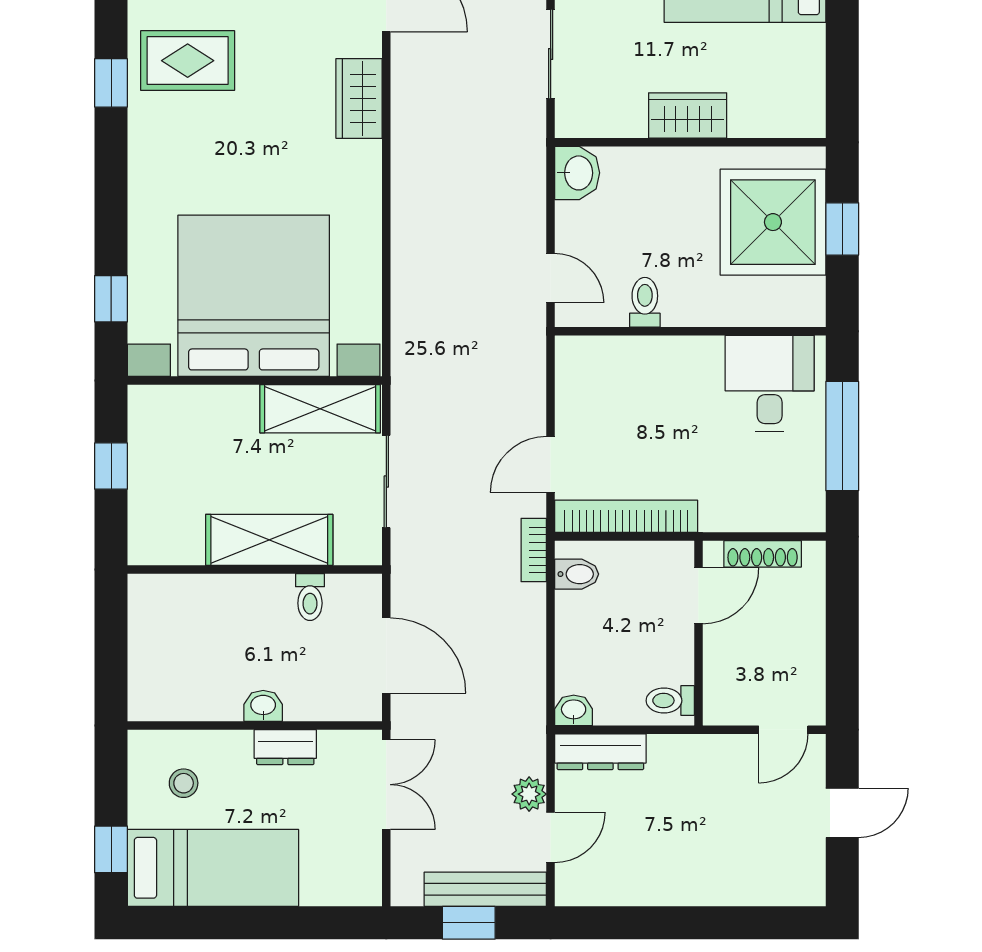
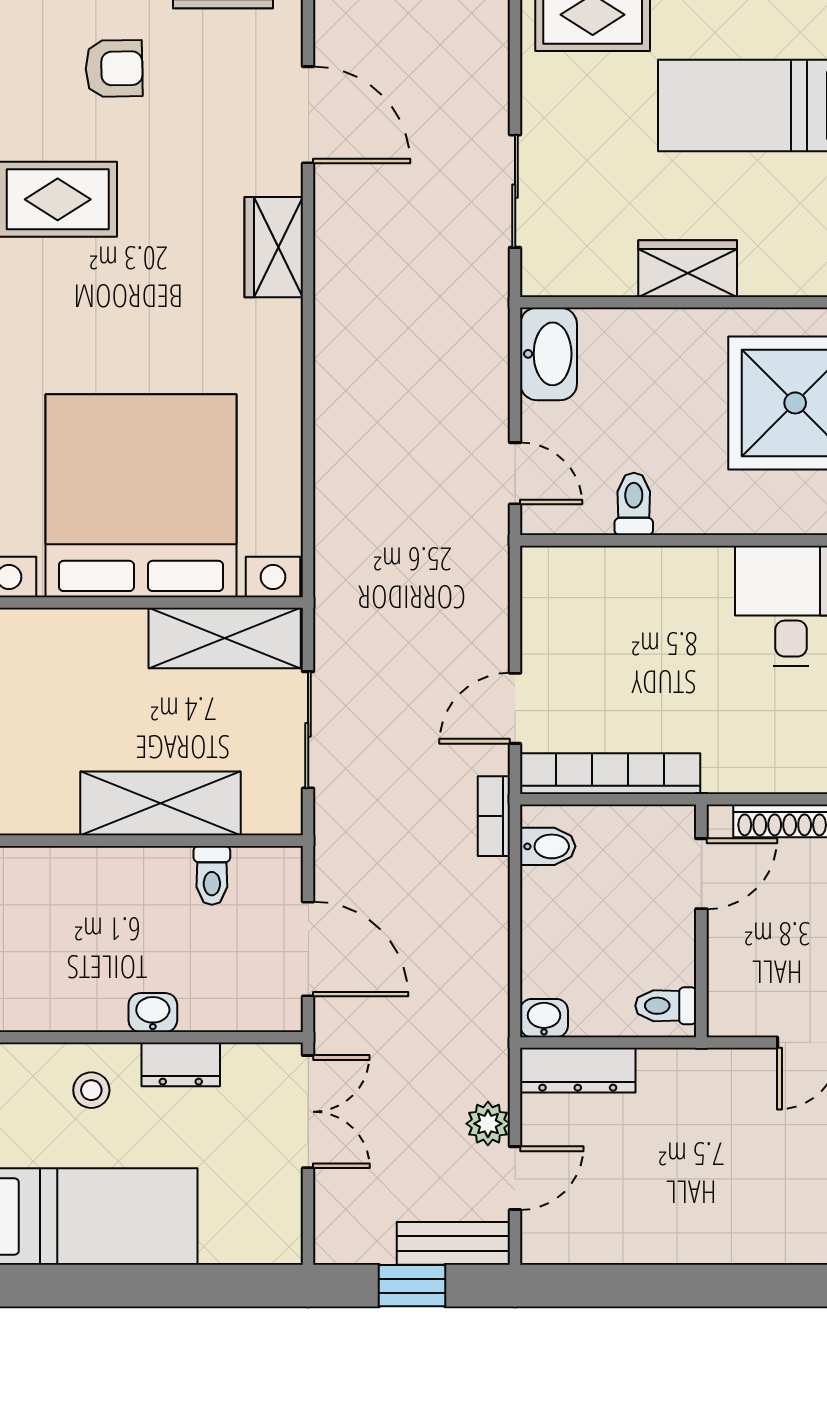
washbasin: (577, 173) -> (549, 354), width x1.38
stool: (184, 783) -> (91, 1090), moved
bench: (485, 889) -> (453, 1243), width x0.73

